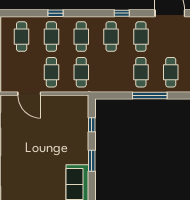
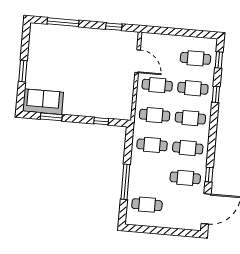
window: (21, 13) -> (219, 60), added
window: (122, 13) -> (209, 175), moved
cafe table: (141, 72) -> (152, 145), moved
door: (29, 94) -> (138, 61), swing flipped
window: (92, 161) -> (51, 117), moved

